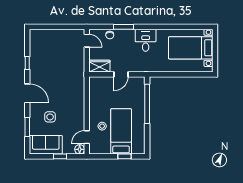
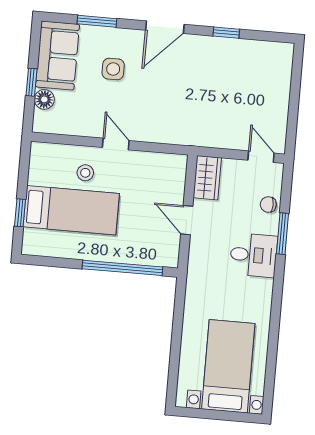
desk: (146, 40) -> (253, 255), moved
door: (87, 41) -> (261, 157), swing flipped
door: (87, 137) -> (116, 144), moved
floor lamp: (80, 149) -> (44, 99), moved

